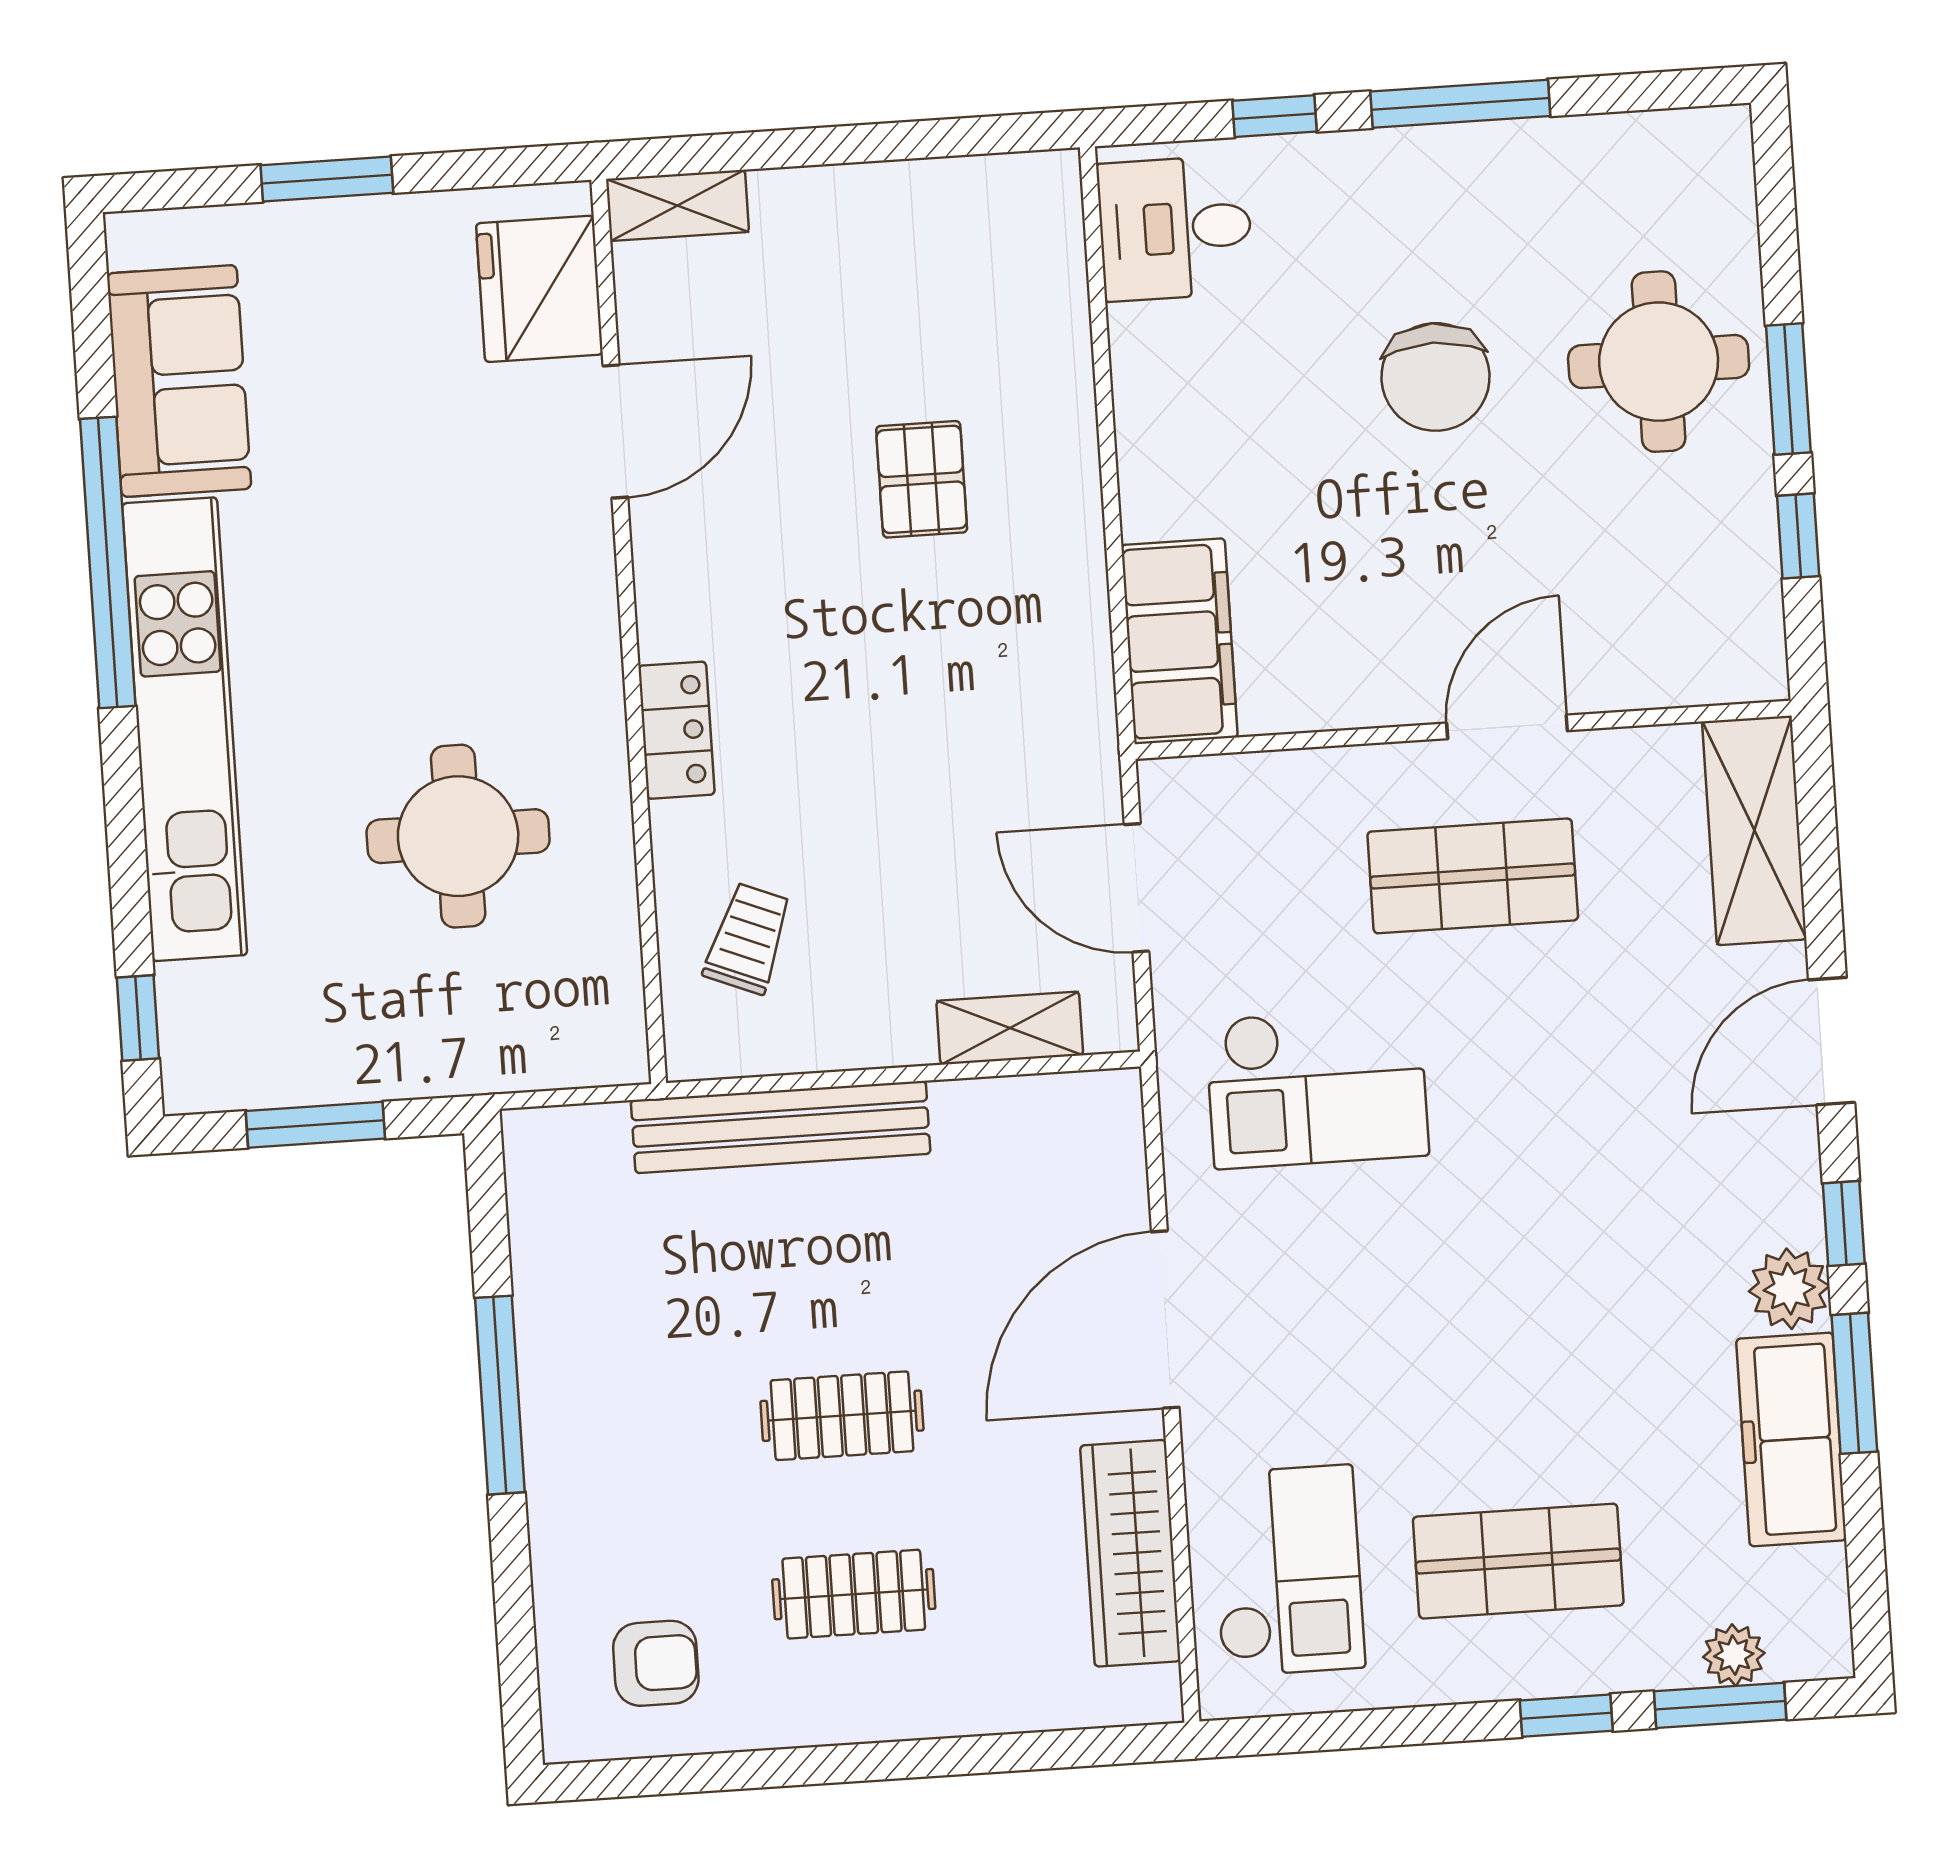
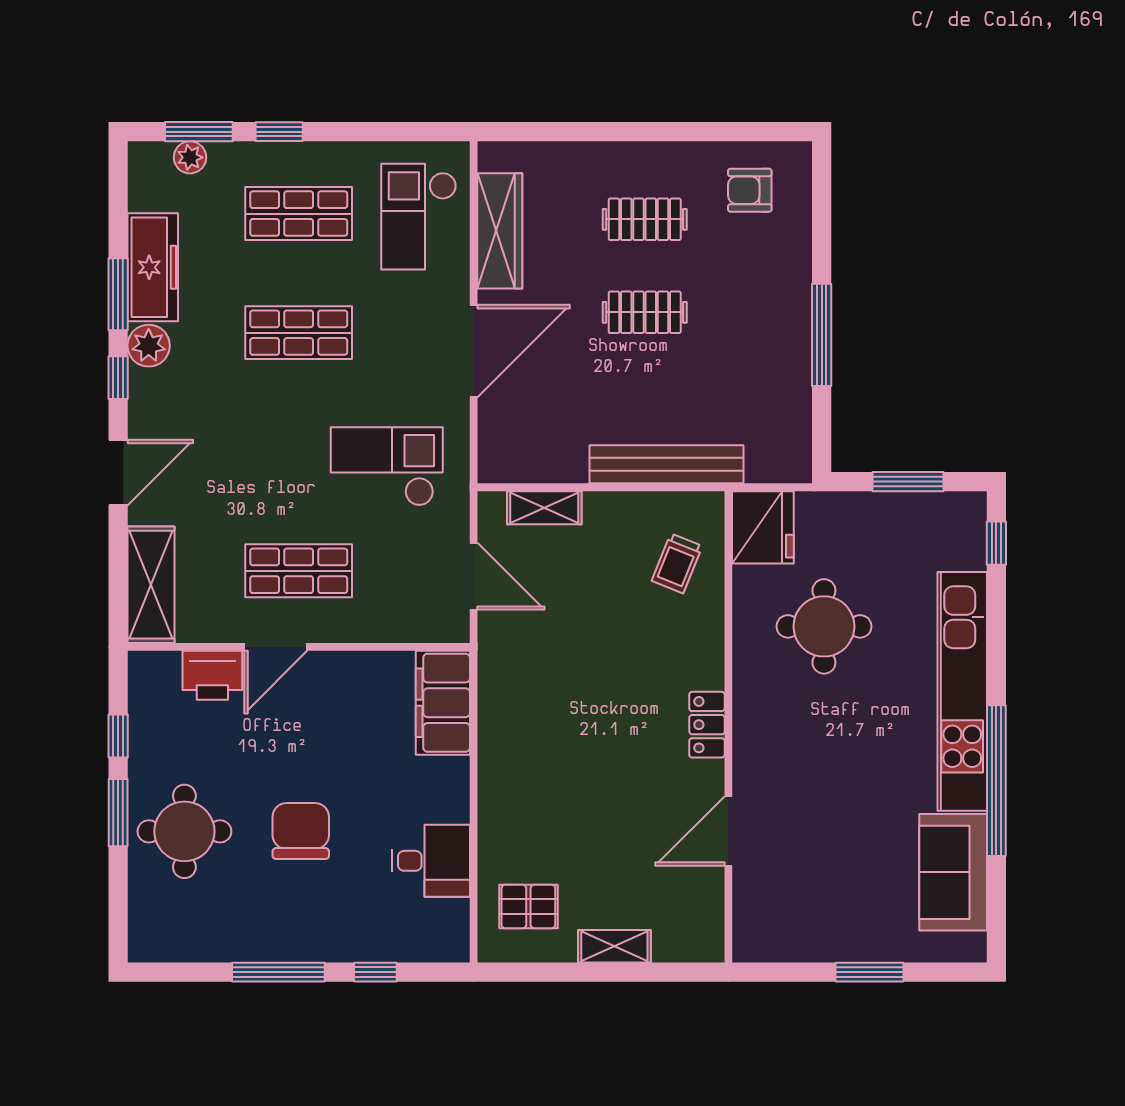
shelving: (677, 205) -> (614, 946), moved
desk: (1175, 228) -> (431, 861), moved
fridge: (539, 289) -> (763, 527), moved
pallet: (922, 479) -> (528, 906), moved, turned 90
printer: (1625, 664) -> (212, 675), added
locker: (676, 730) -> (707, 725), moved
shop shelf: (1503, 1333) -> (299, 333), added

